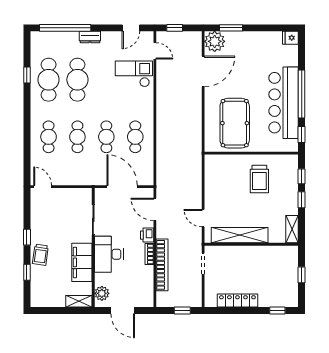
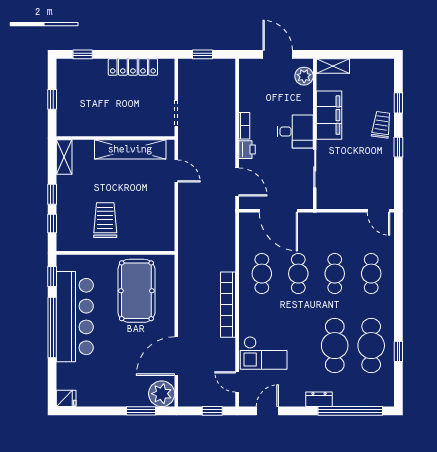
desk: (109, 254) -> (295, 132), width x0.73
bookcase: (162, 265) -> (228, 305), moved

